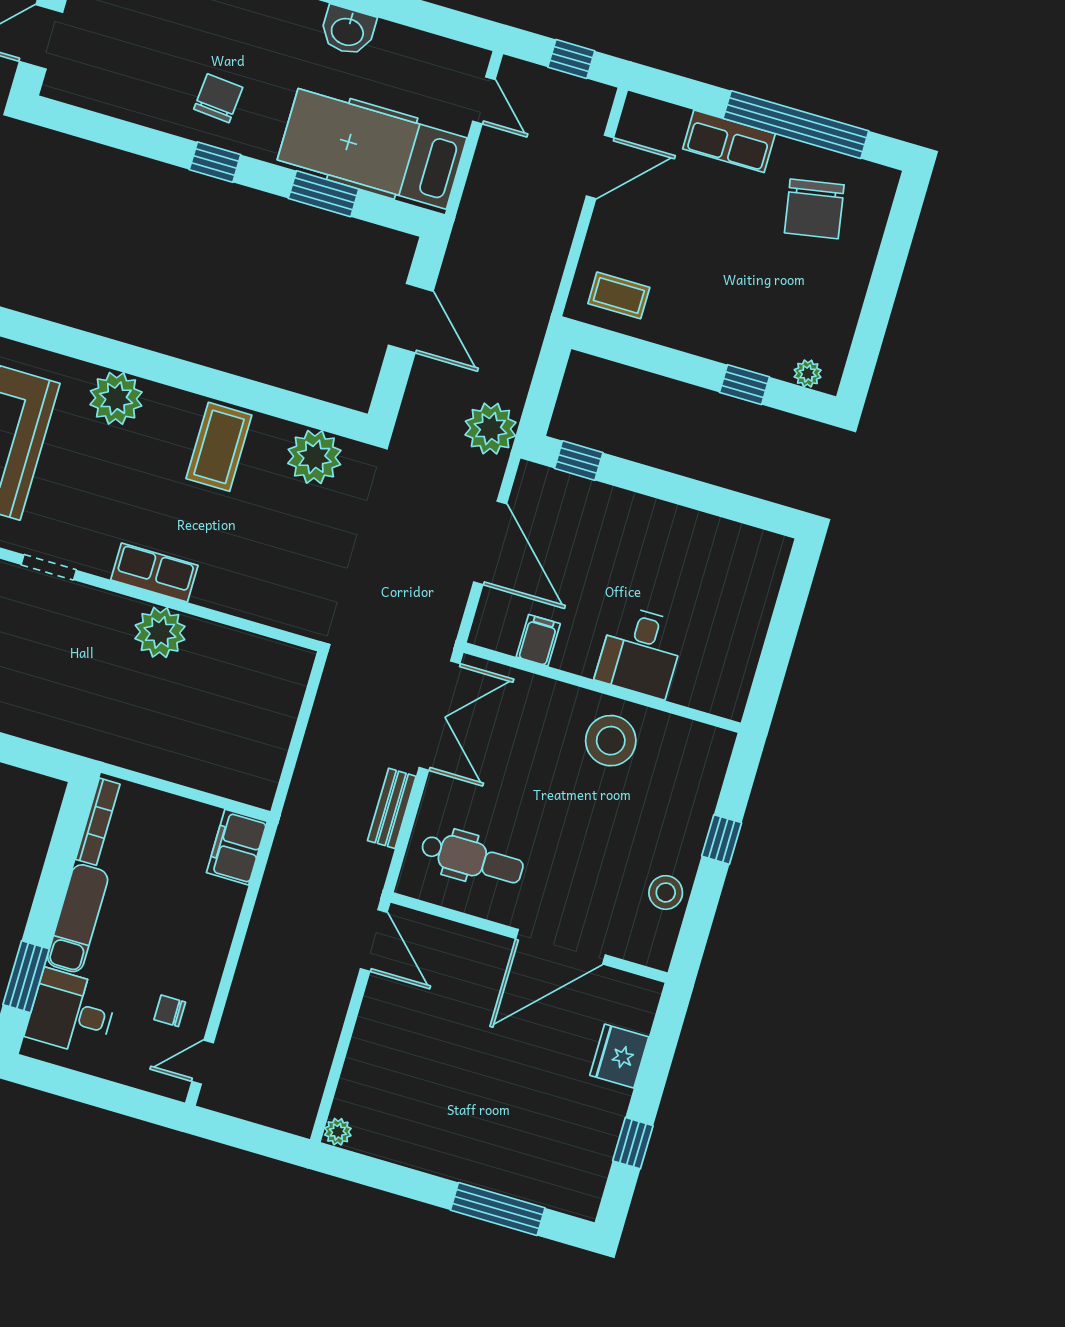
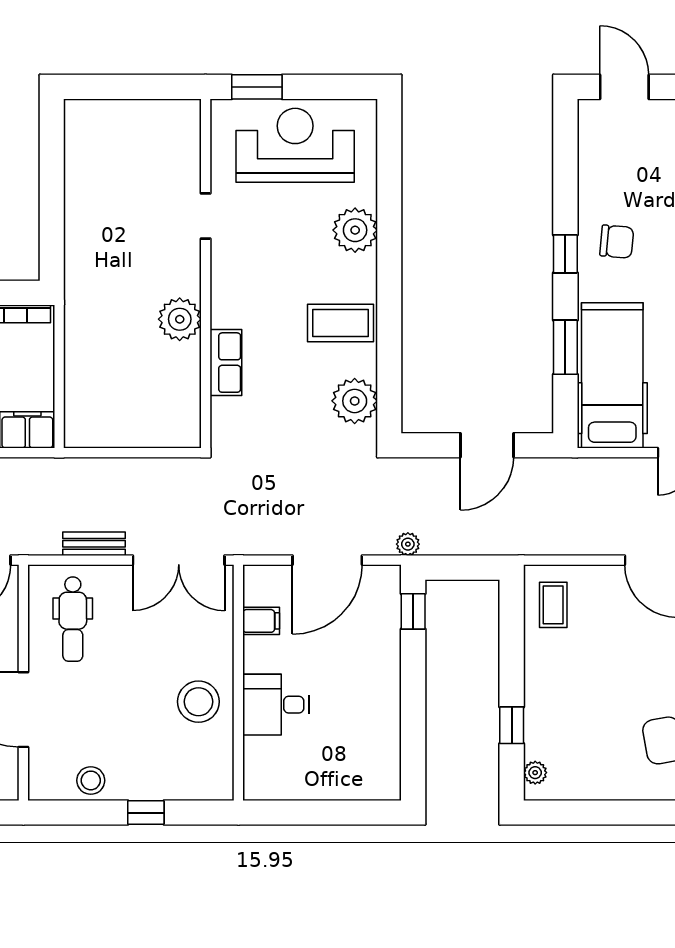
plant: (490, 429) -> (408, 544), width x0.53, depth x0.53
row of seats: (154, 573) -> (226, 363), moved

